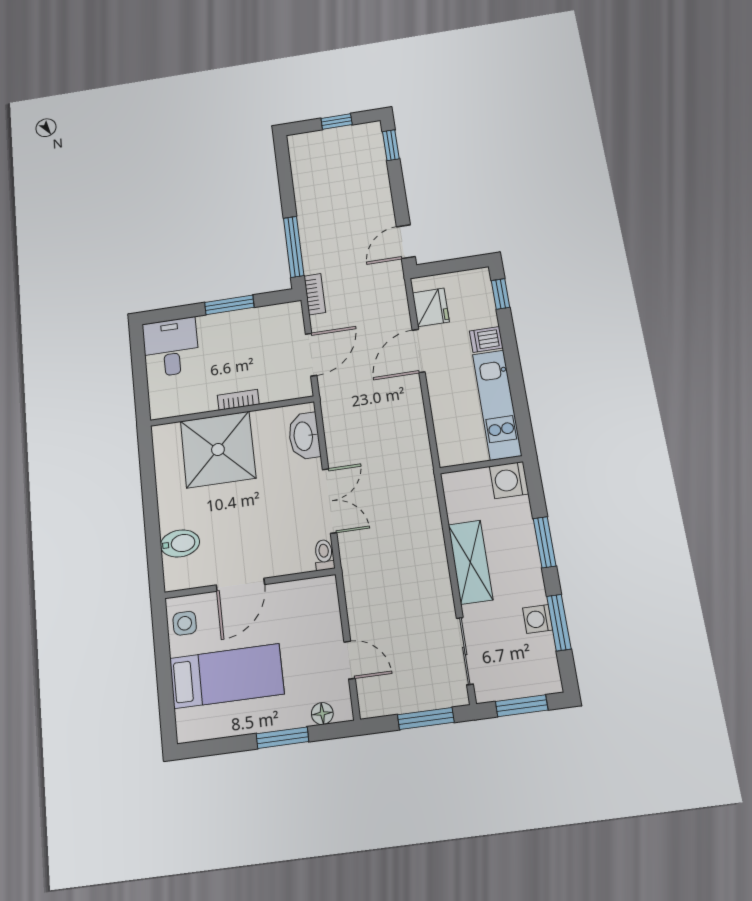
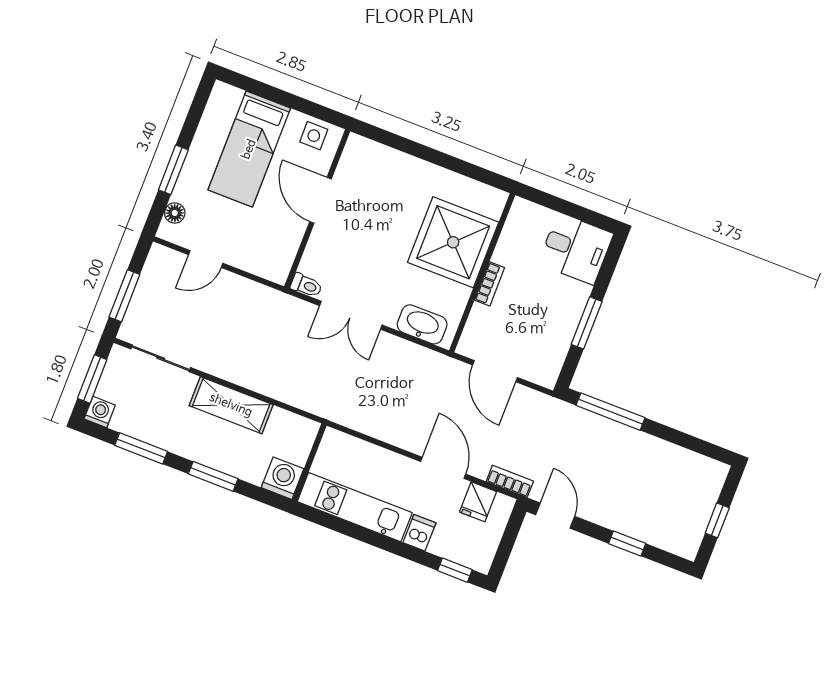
window: (391, 145) -> (627, 544), moved
bookcase: (315, 294) -> (510, 481), moved, turned 180
fridge: (431, 307) -> (478, 502), width x0.72
bidet: (180, 543) -> (386, 166), removed
washing machine: (538, 619) -> (100, 412), moved

